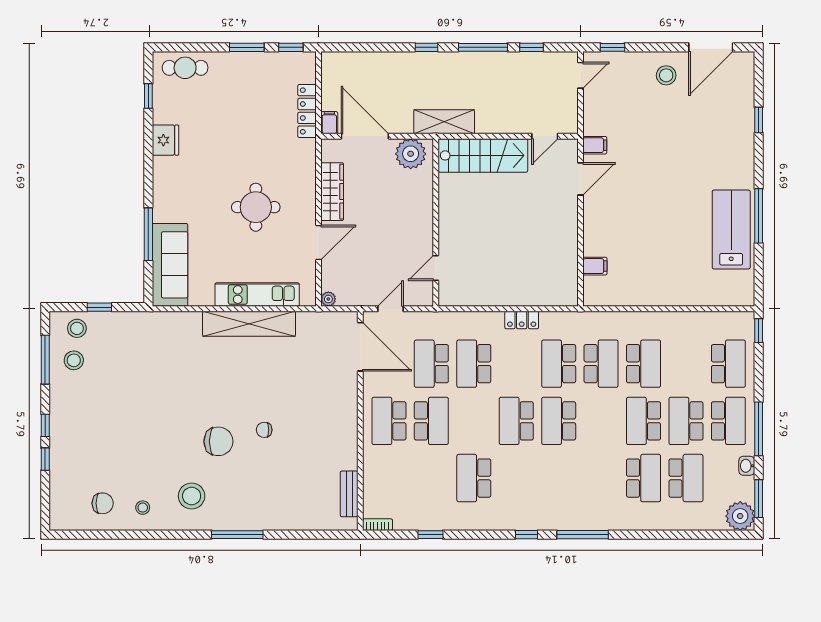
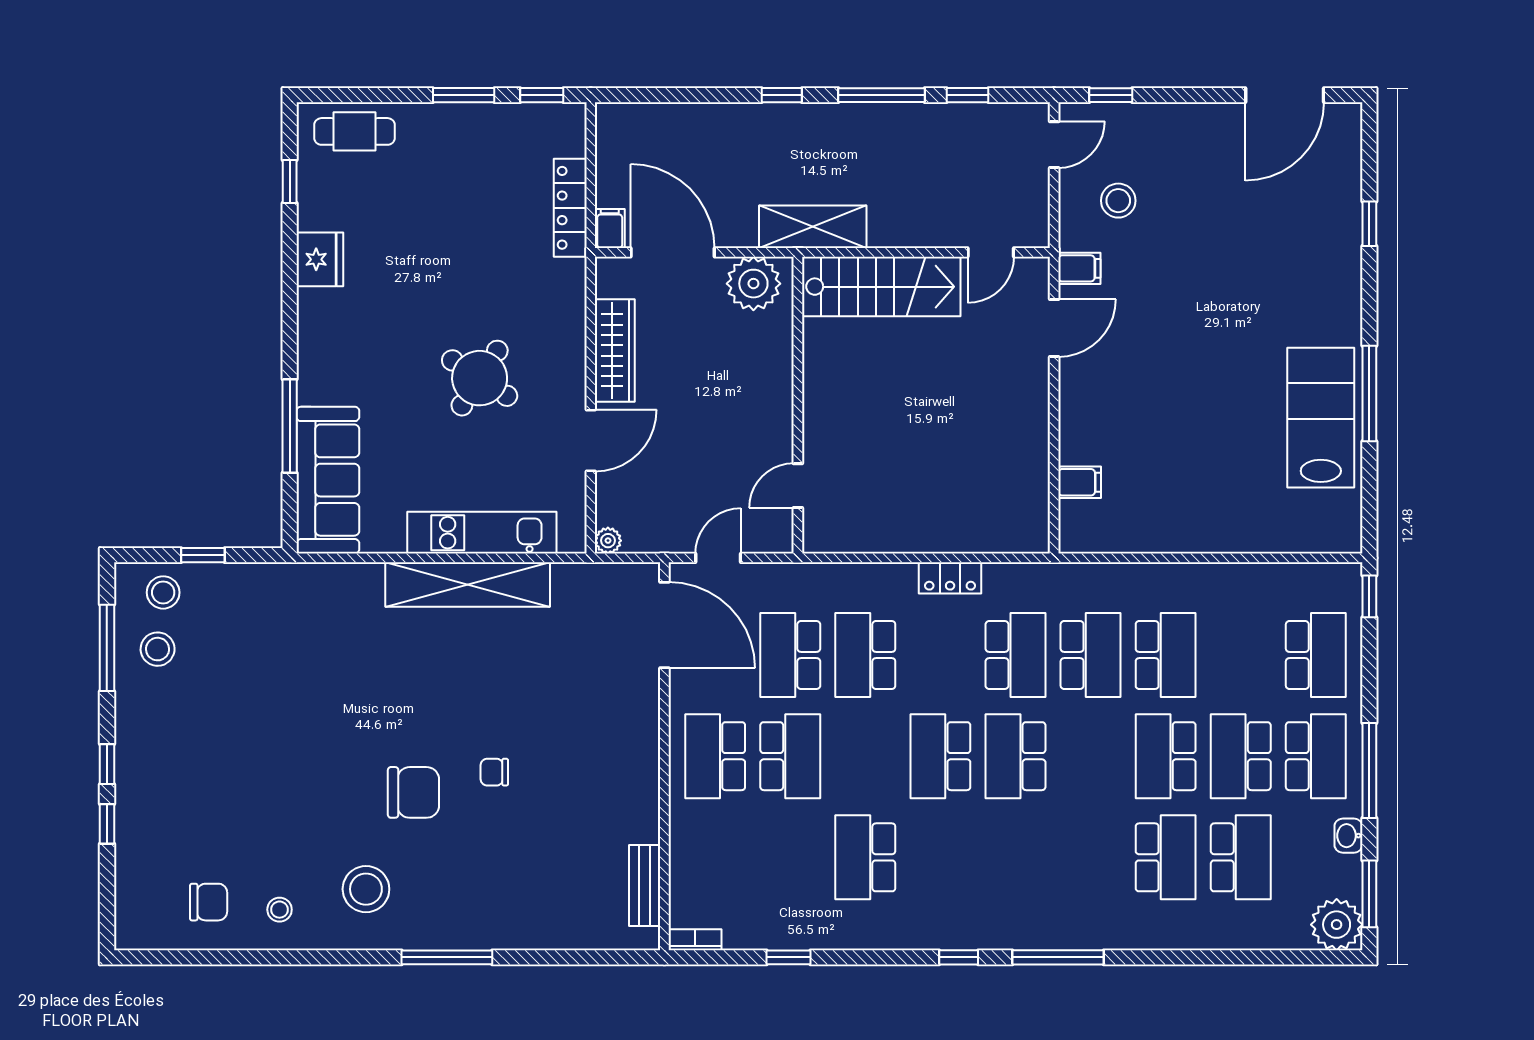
stool: (666, 75) -> (1118, 201), moved
round table: (256, 207) -> (480, 378), turned 33
school desk: (559, 364) -> (1015, 655), turned 180

